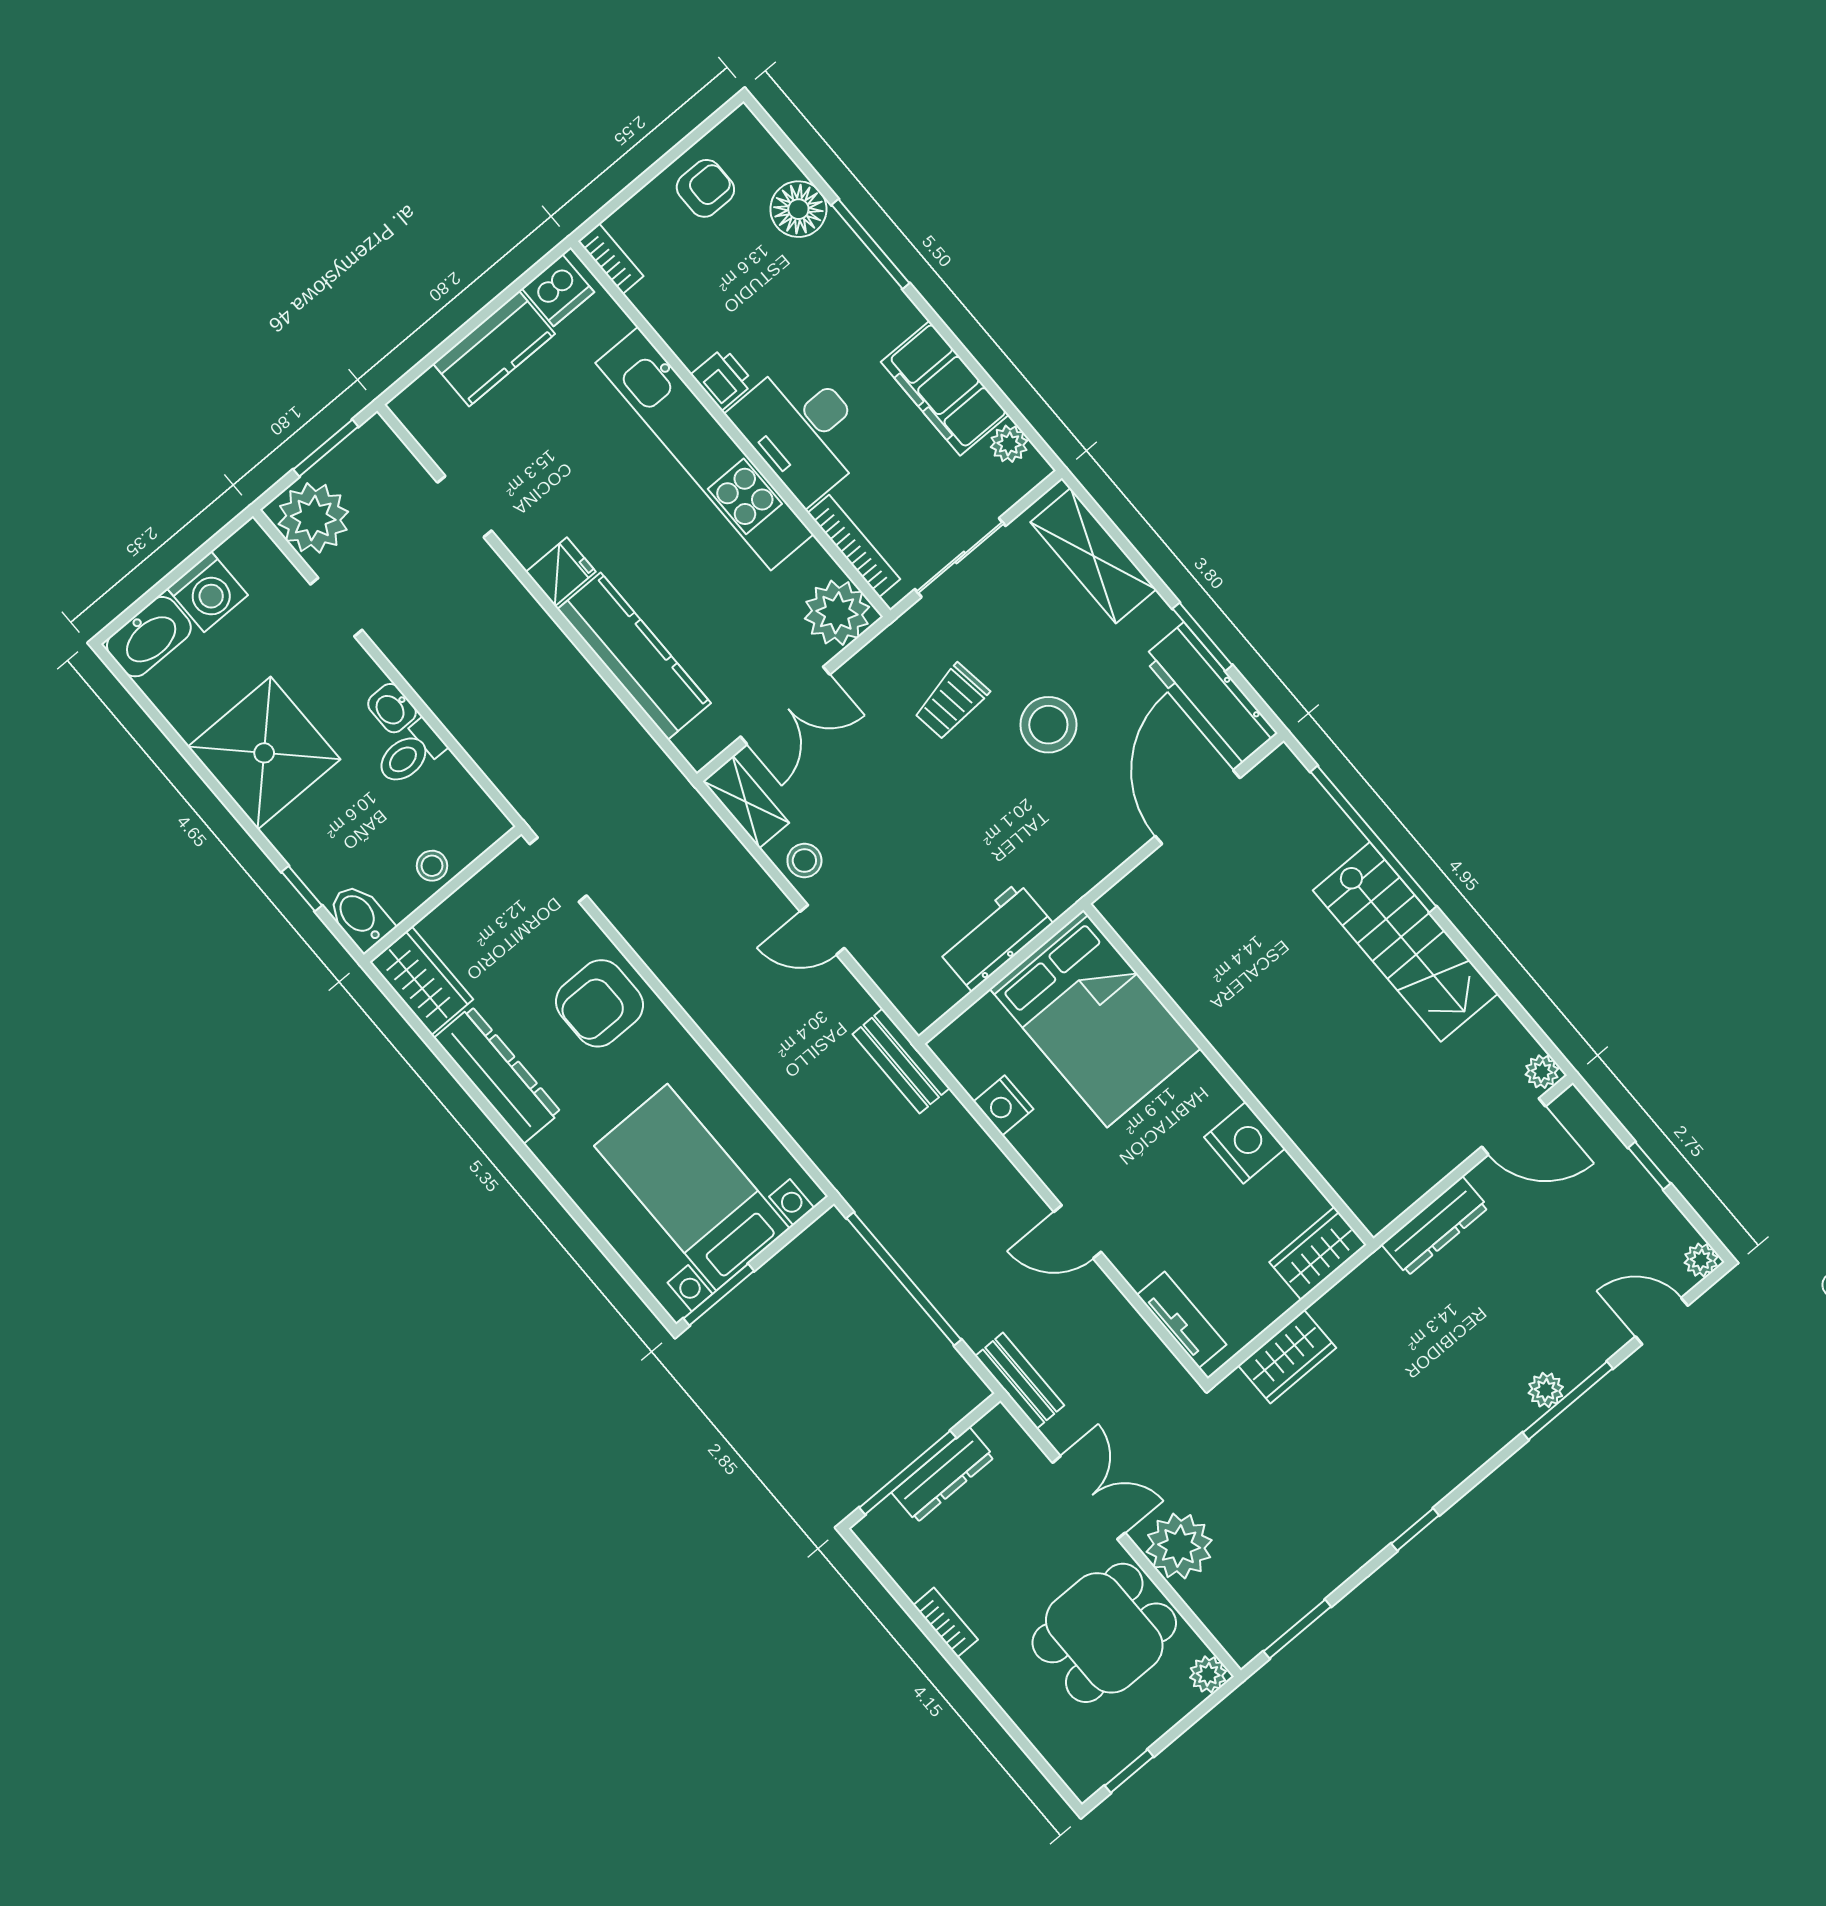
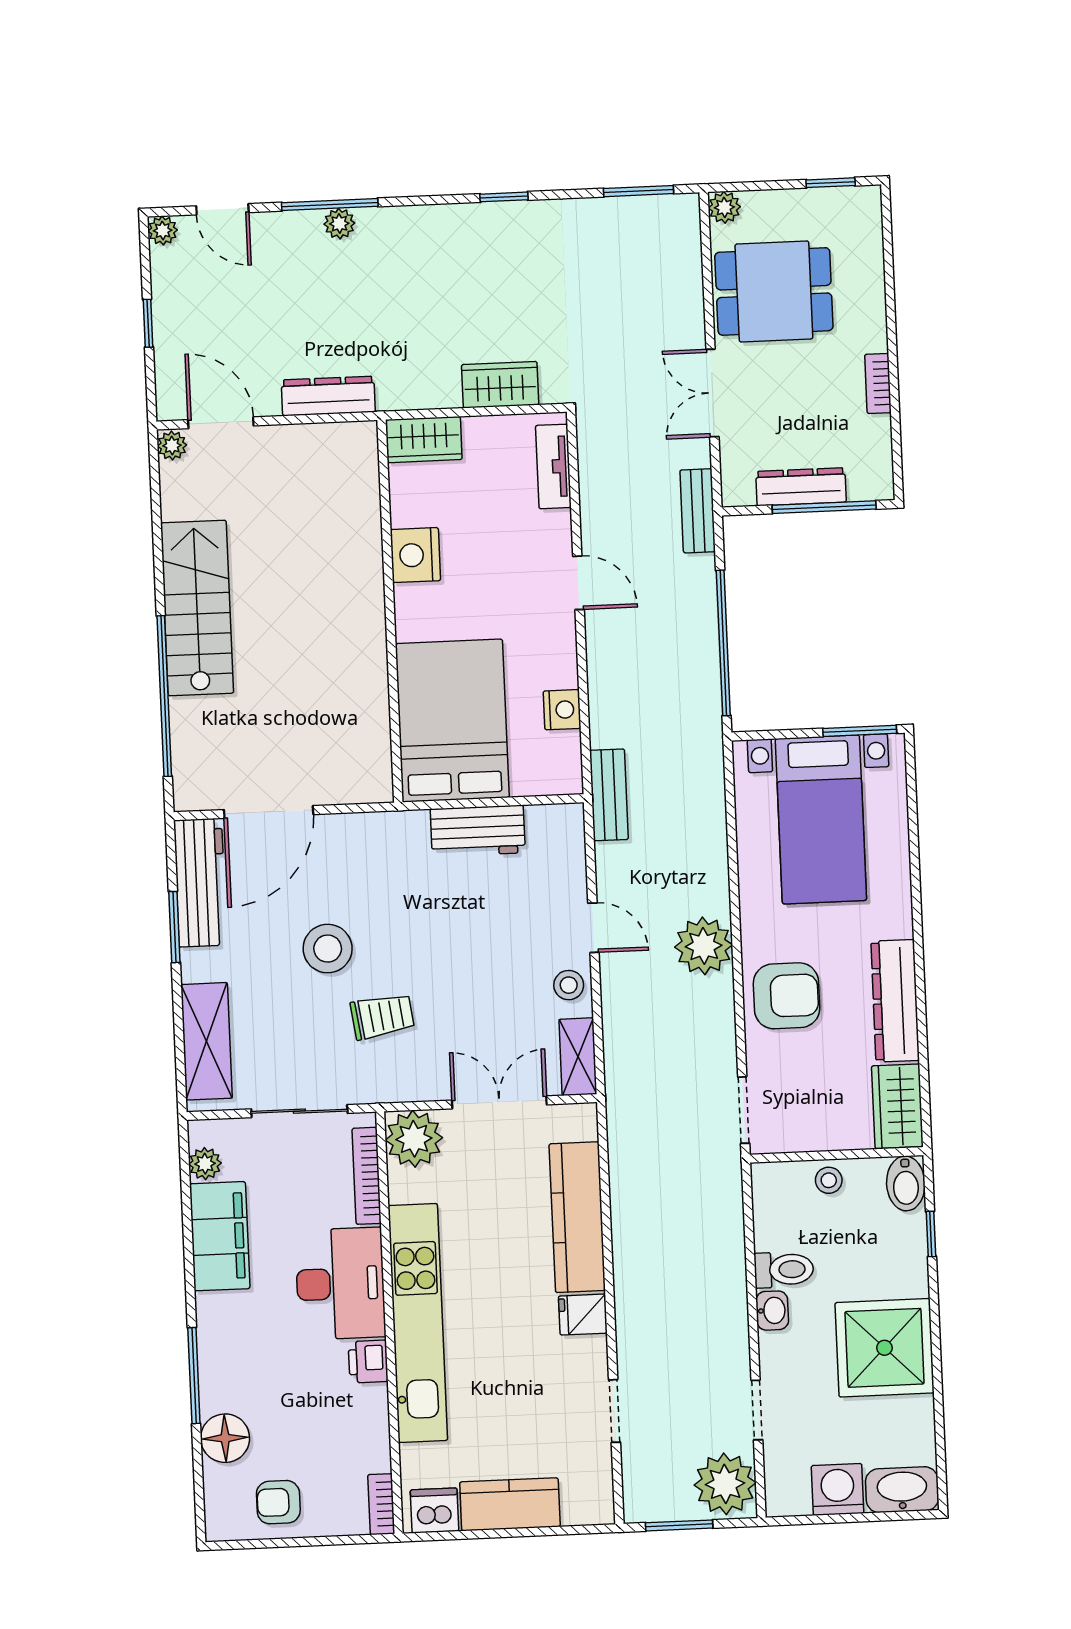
plant: (1179, 1546) -> (704, 946), moved

